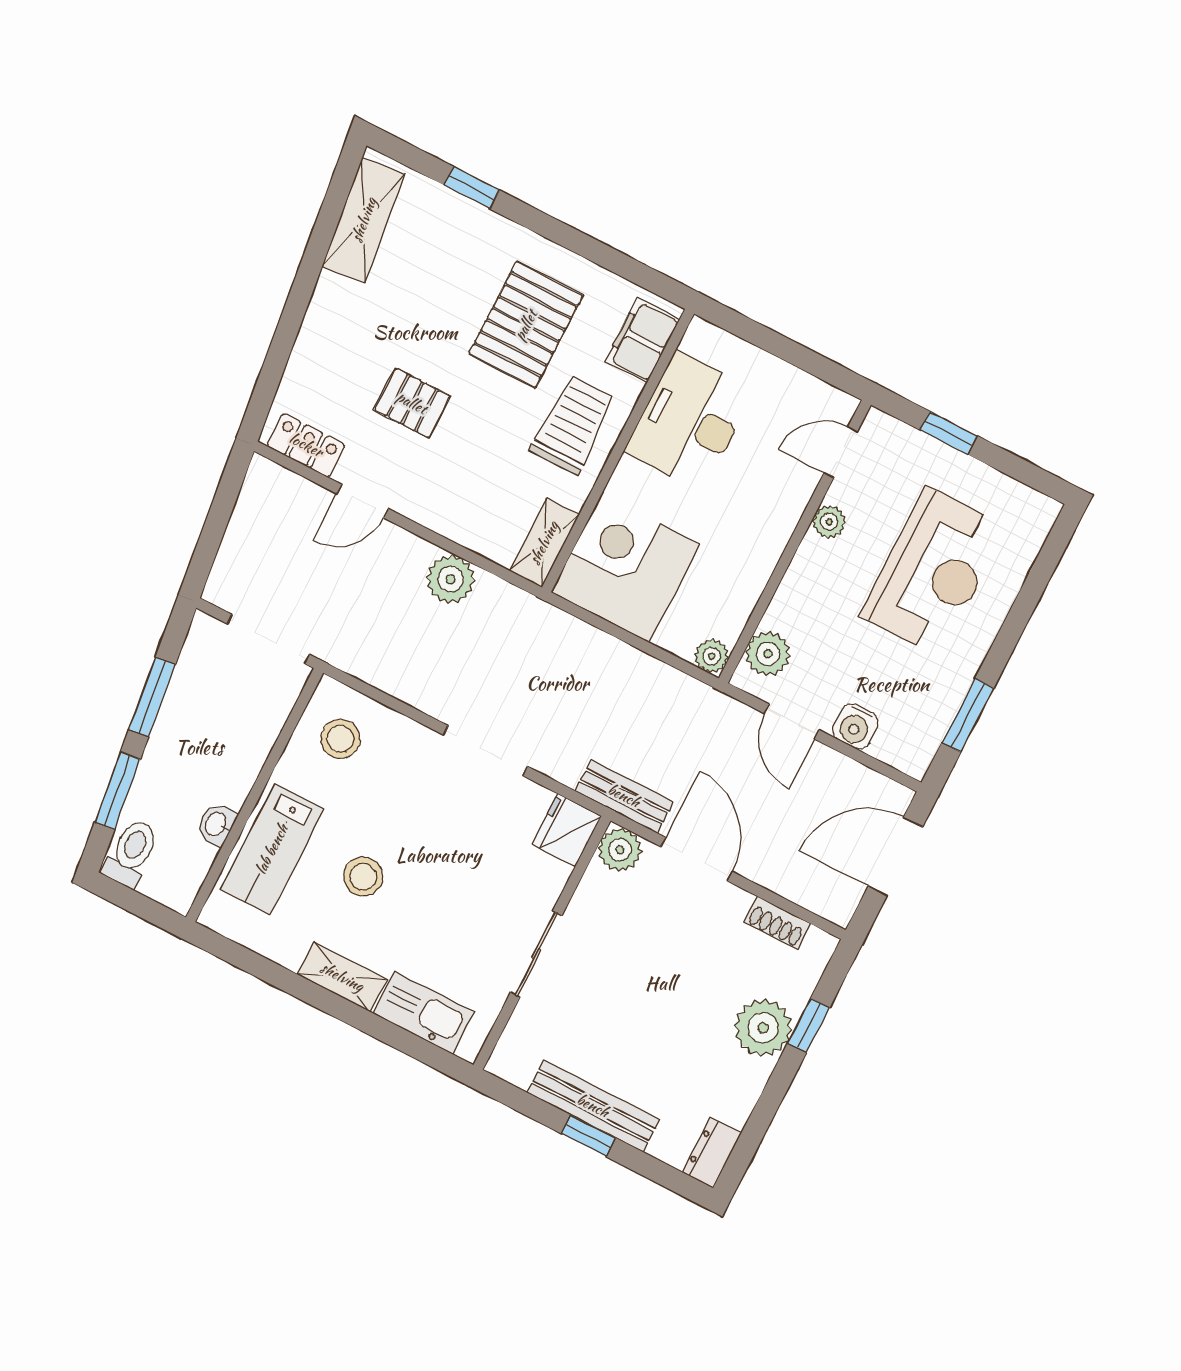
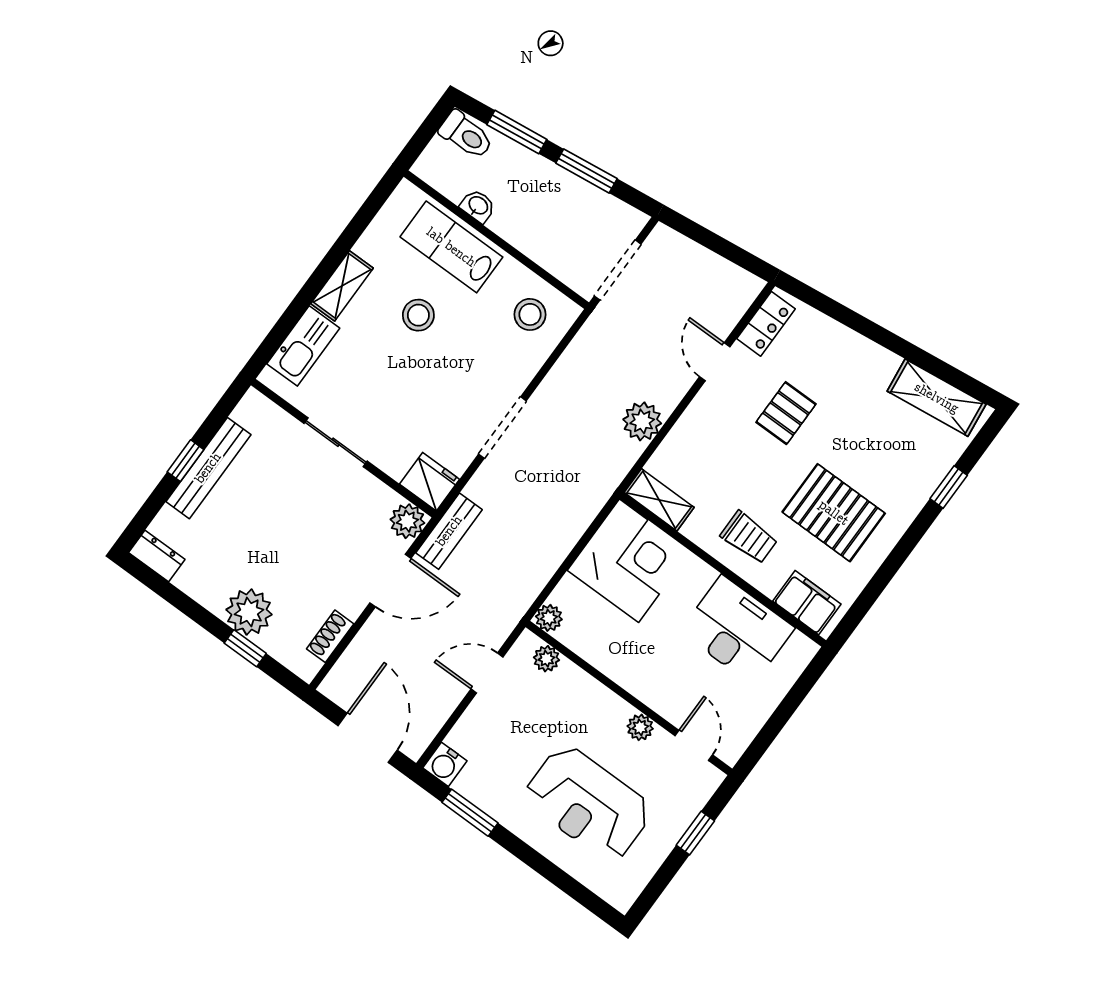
trolley: (573, 425) -> (749, 537), width x0.73, depth x0.72
plant: (768, 654) -> (546, 659), width x0.73, depth x0.73
water cooler: (855, 726) -> (445, 764), moved, turned -90

